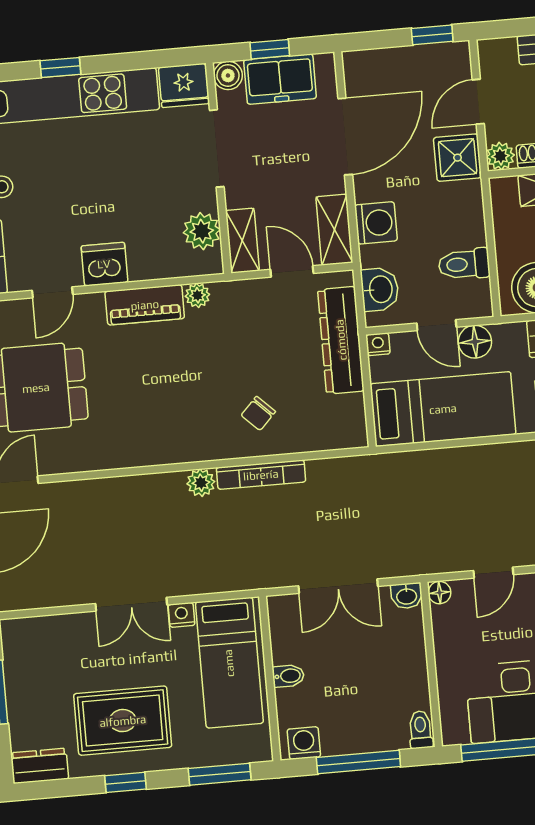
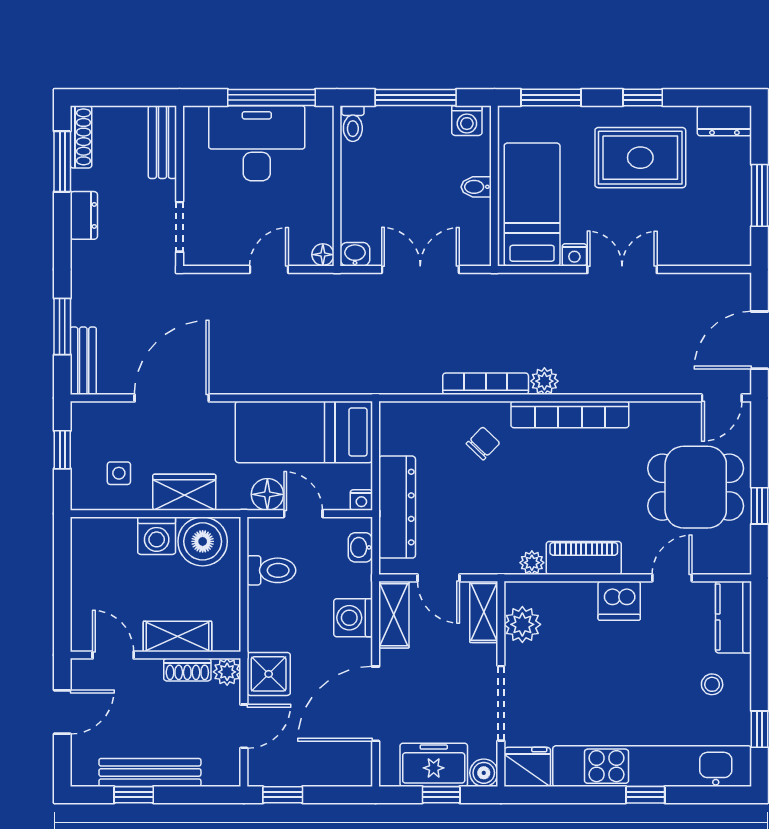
washbasin: (380, 289) -> (360, 547), width x0.72, depth x0.69
bookcase: (172, 451) -> (570, 415), added

